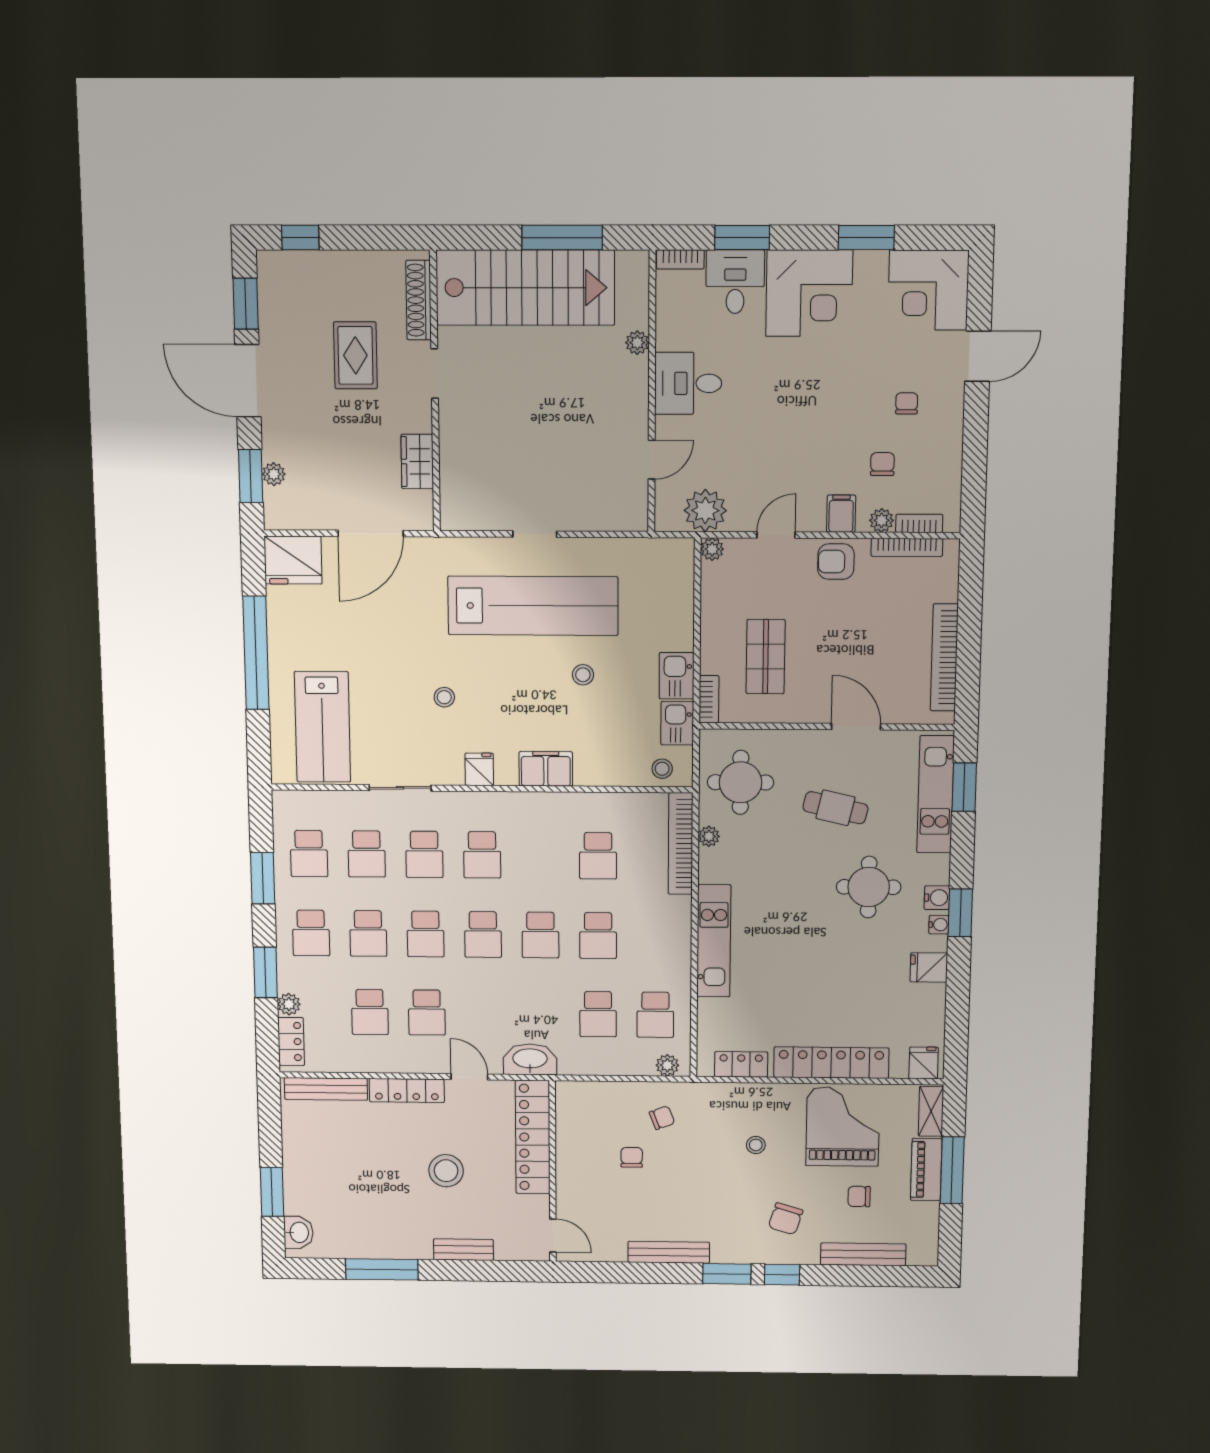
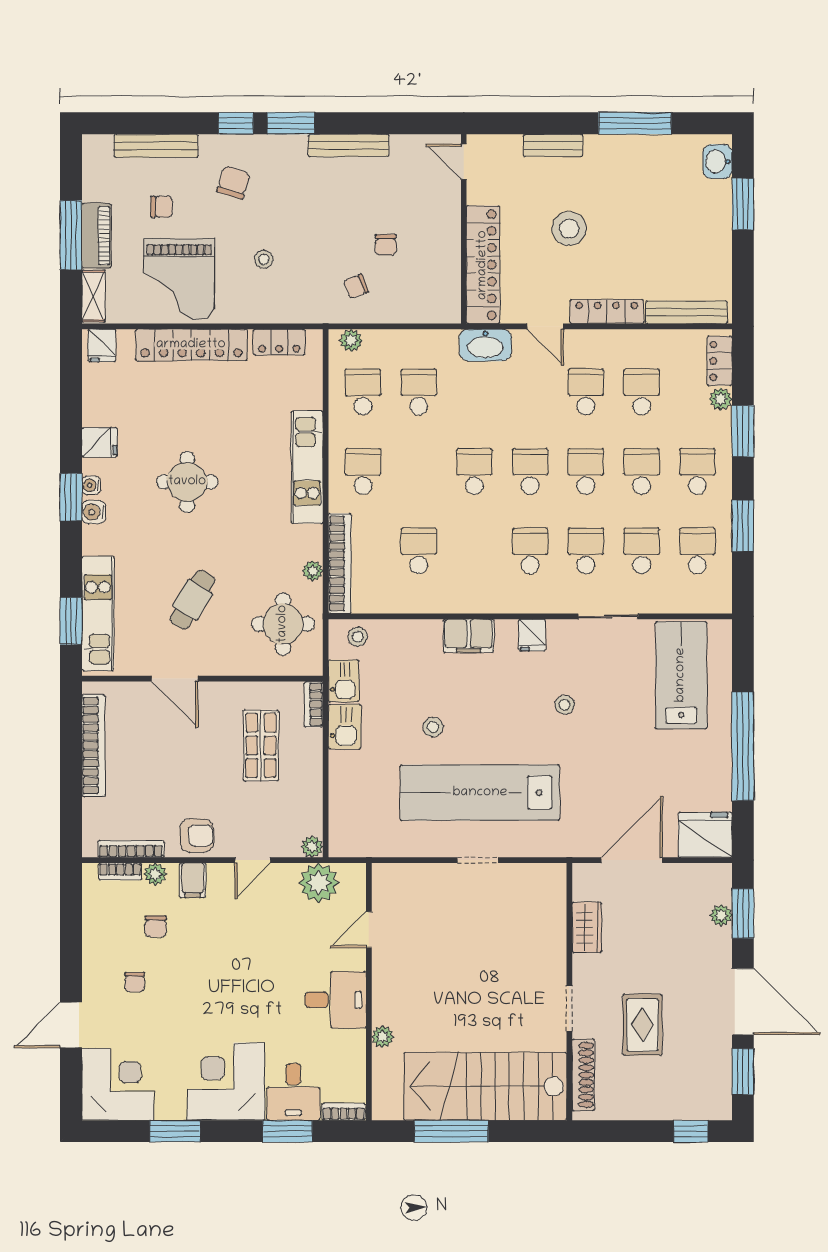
cafe table: (835, 808) -> (192, 600), turned -73
round table: (869, 887) -> (187, 482), moved
school desk: (598, 936) -> (363, 471), moved

